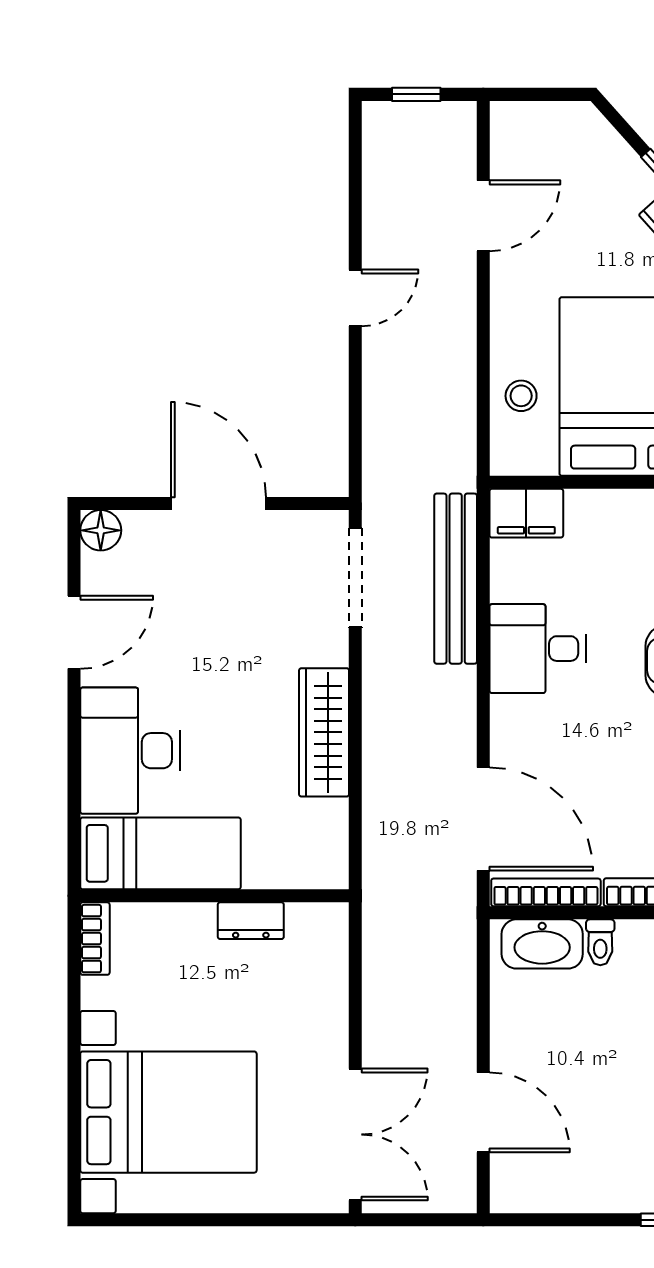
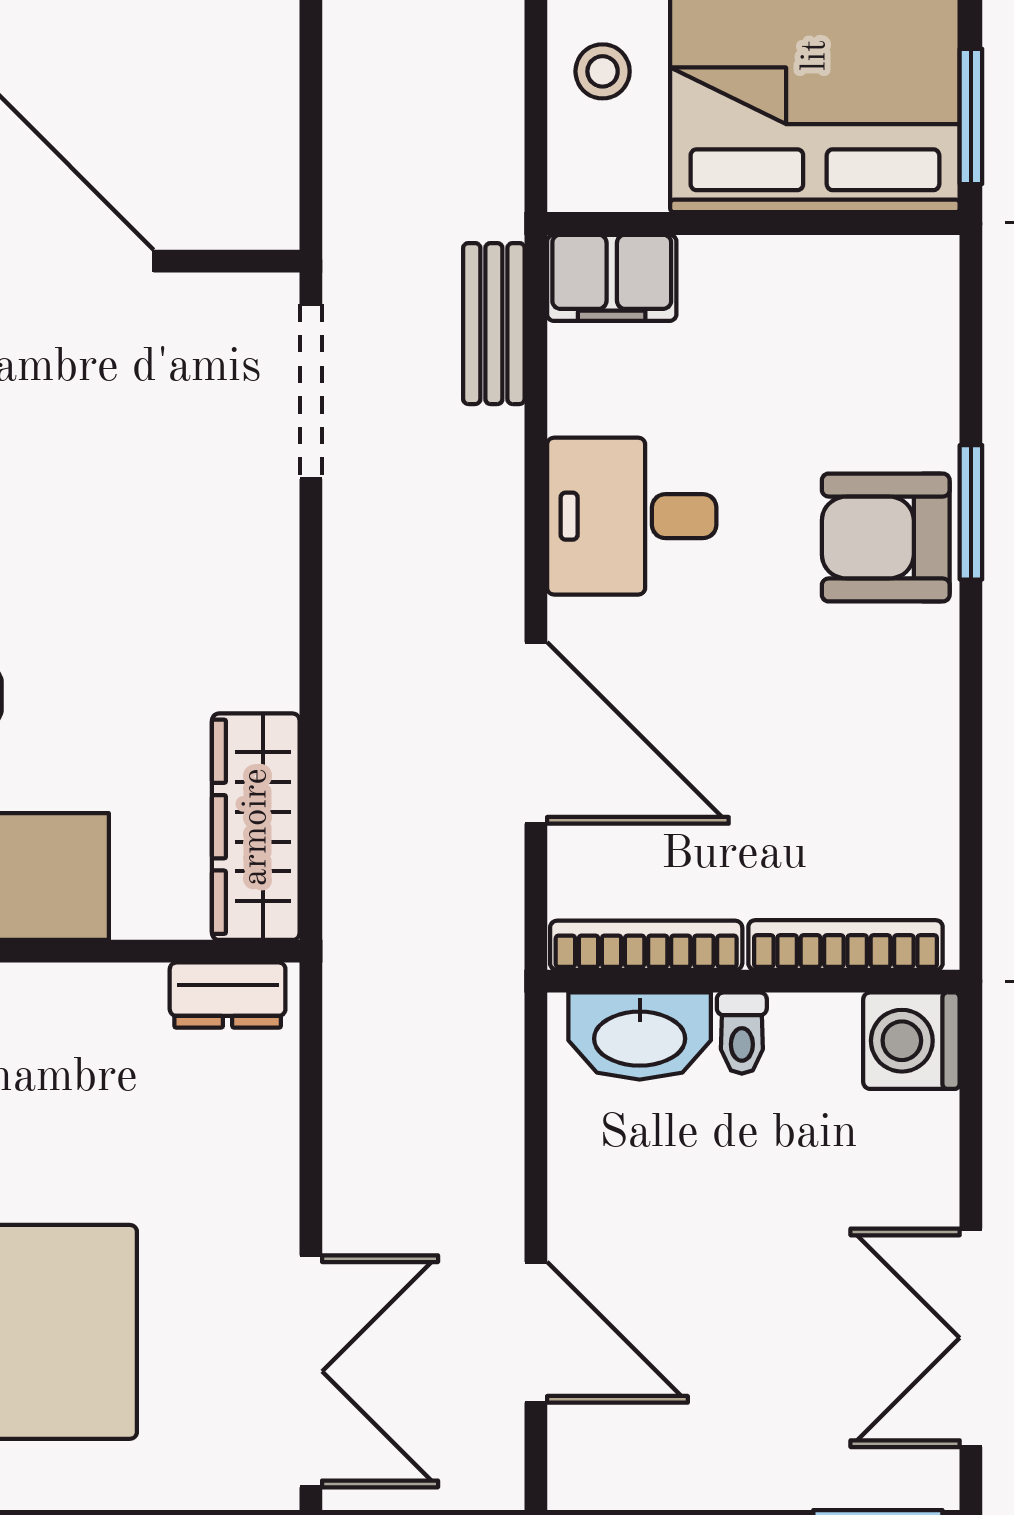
bench: (456, 579) -> (494, 324), width x0.54, depth x0.82
wardrobe: (324, 732) -> (256, 827), moved
door: (483, 819) -> (536, 733), moved
dresser: (251, 921) -> (228, 995), moved

